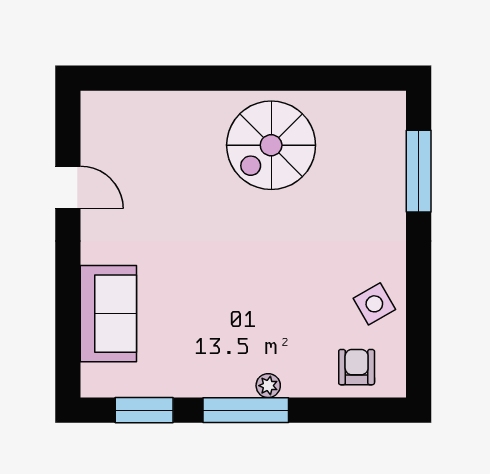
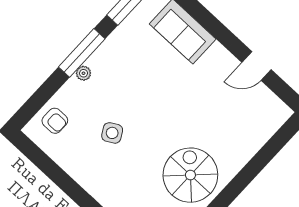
side table: (374, 304) -> (112, 133), moved

